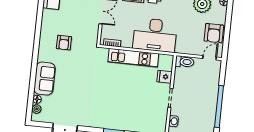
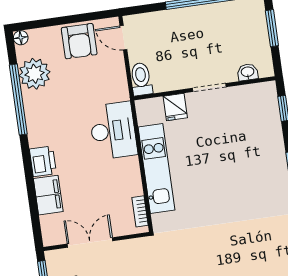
armchair: (214, 33) -> (79, 41), turned 90
desk: (155, 35) -> (113, 131), width x0.73, depth x0.77

